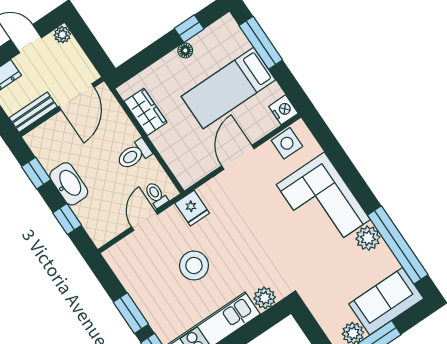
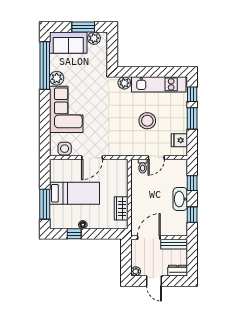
nightstand: (283, 110) -> (56, 166), removed
toilet: (134, 155) -> (140, 192), removed
fridge: (192, 208) -> (179, 140), moved, turned -90

